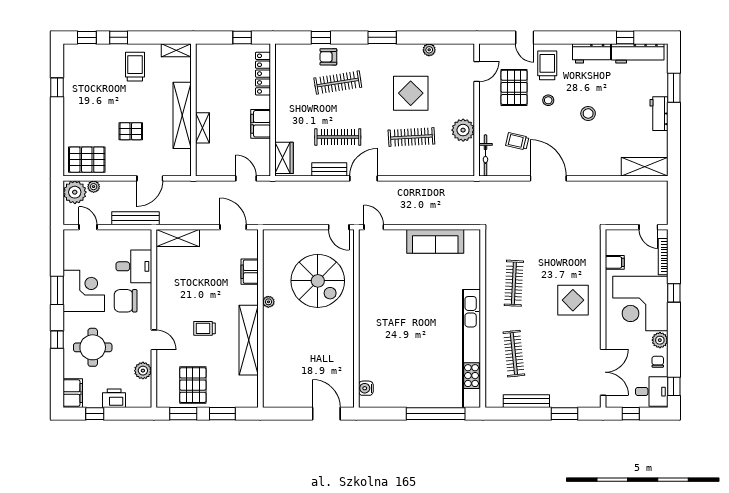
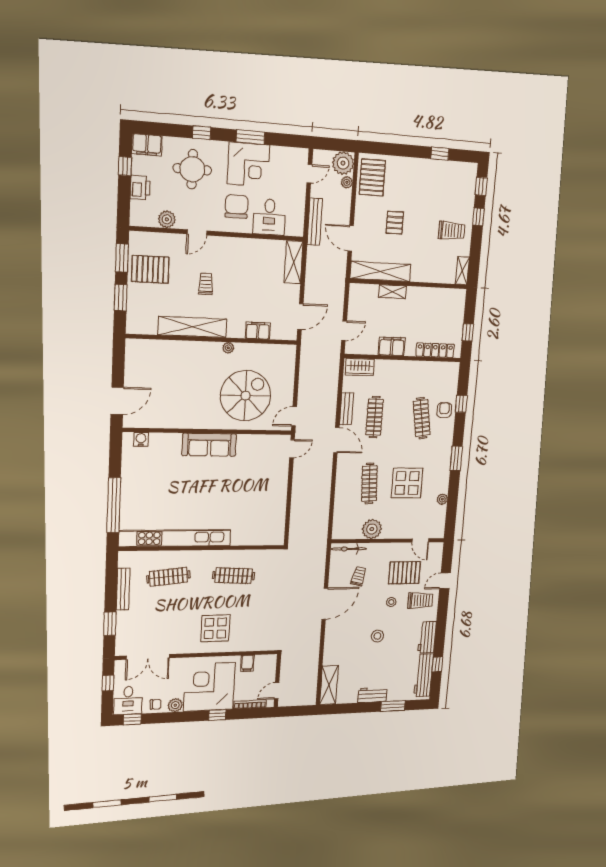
shelving: (182, 115) -> (381, 271), moved
sofa: (435, 241) -> (209, 445), moved, turned -90
spiral stairs: (318, 281) -> (246, 396), turned 180

